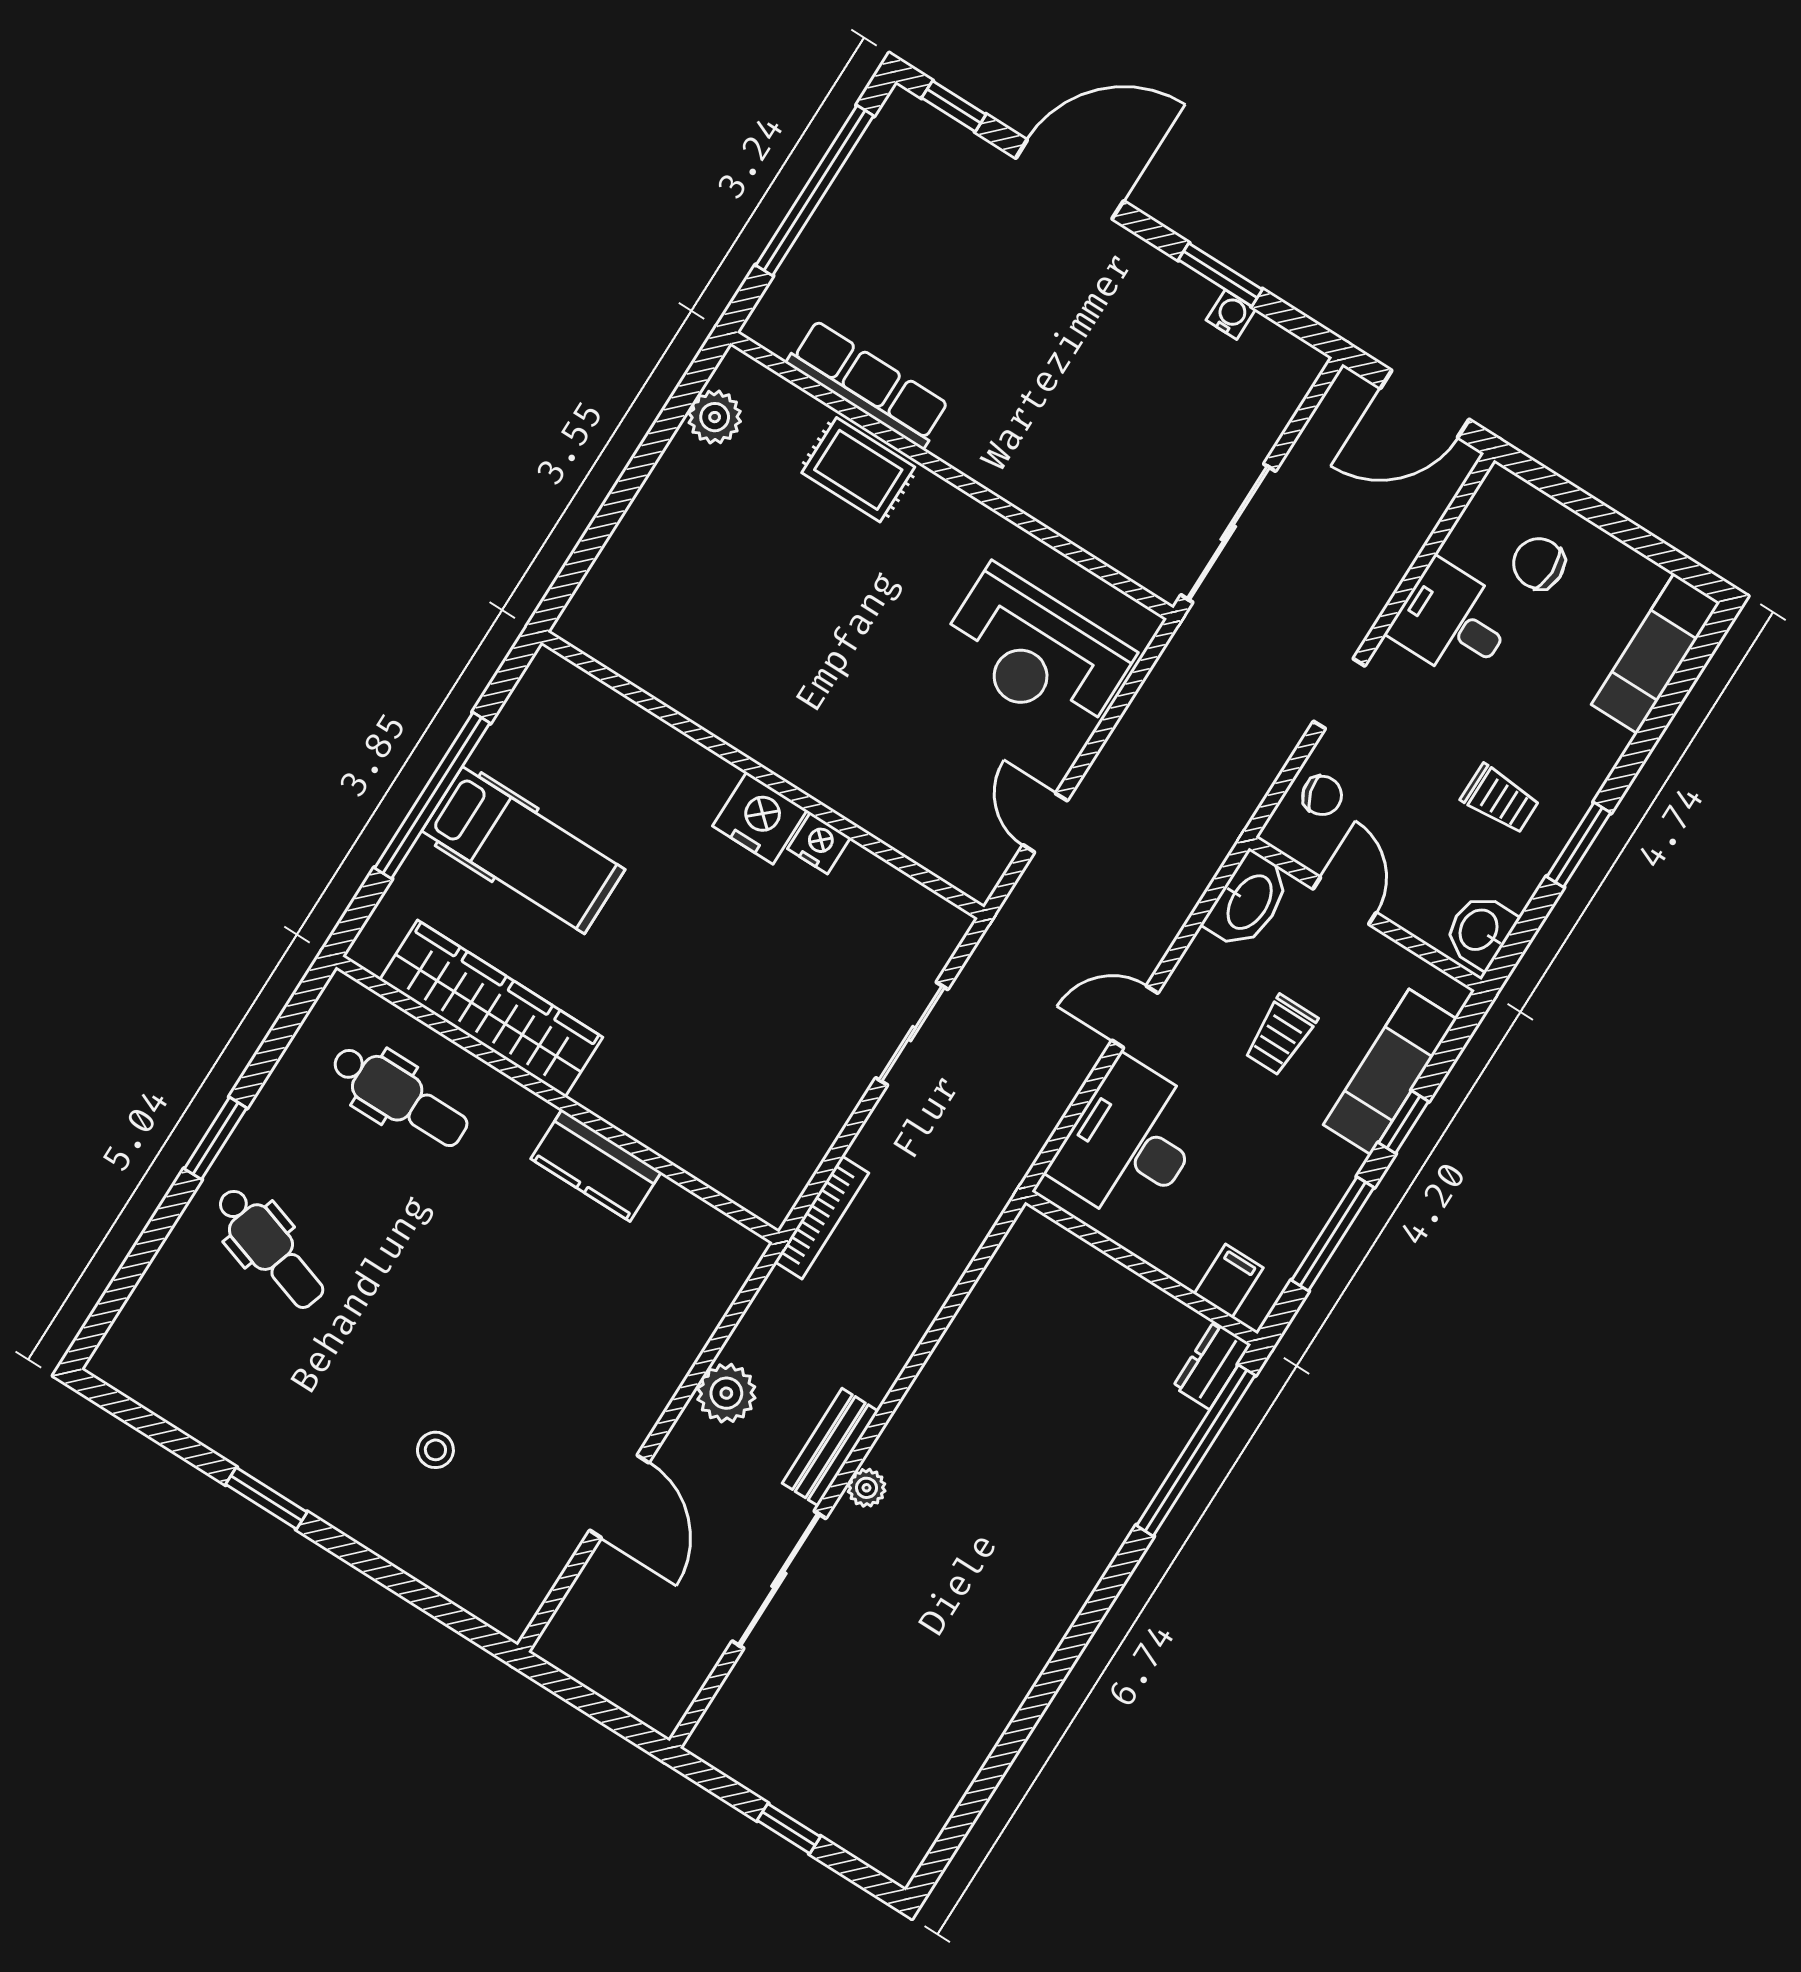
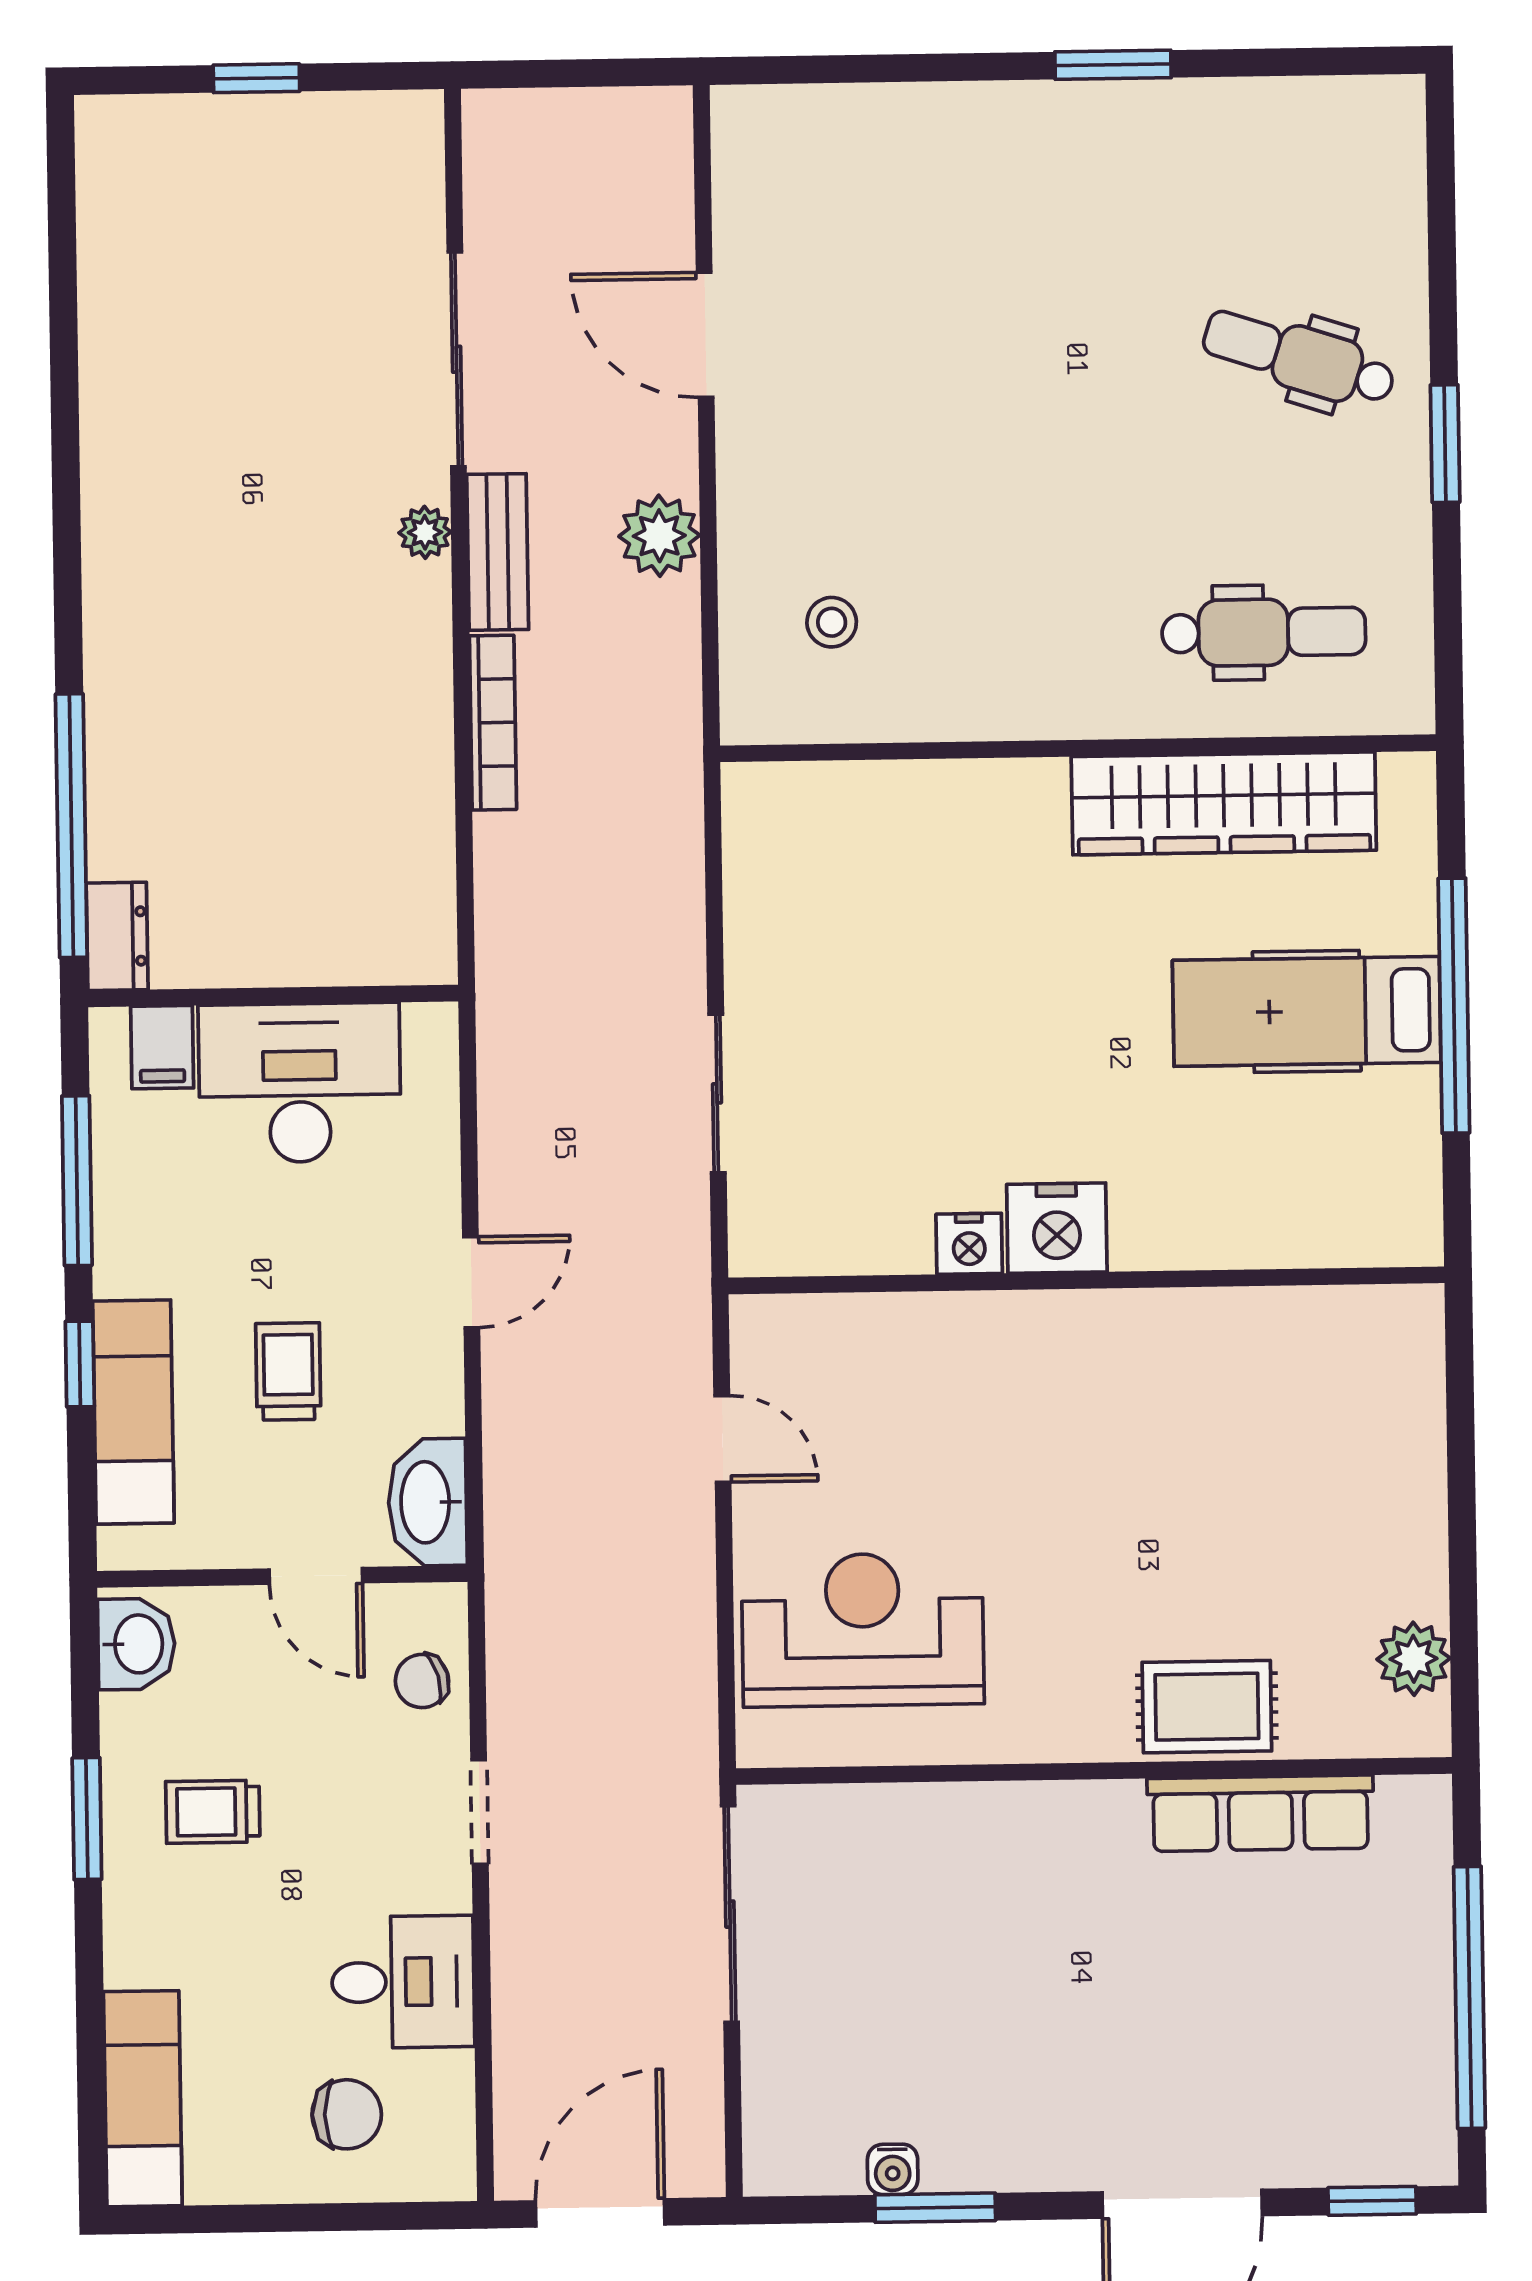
dental chair: (400, 1096) -> (1264, 632), turned 180
desk: (1130, 1142) -> (300, 1083), moved, turned -90
kitchen counter: (596, 1166) -> (983, 701), removed
bookcase: (822, 1217) -> (493, 723), moved, turned 180
stool: (435, 1450) -> (832, 622), moved

